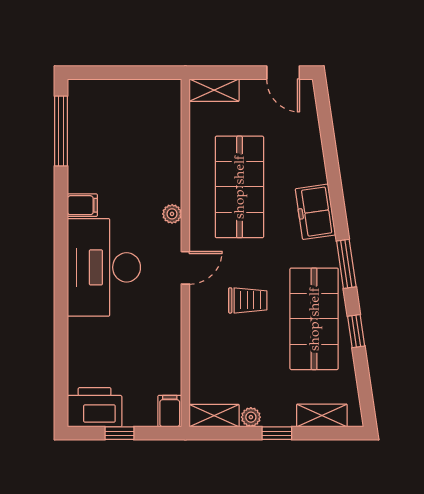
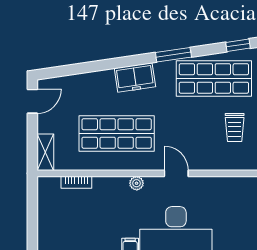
bookcase: (173, 132) -> (76, 182), added
trolley: (248, 300) -> (235, 127), moved, turned 180
window: (356, 331) -> (238, 45), moved

